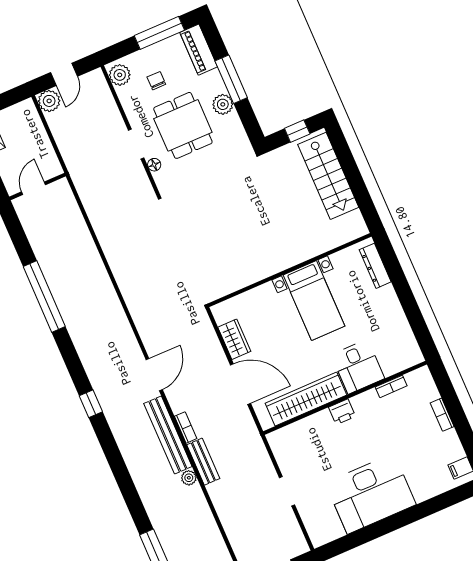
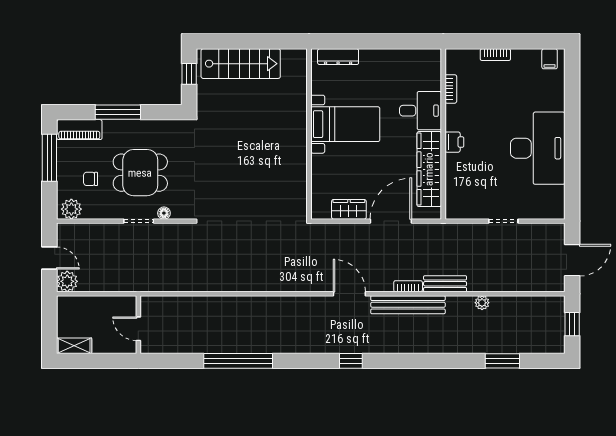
plant: (223, 104) -> (137, 129), removed
plant: (189, 478) -> (482, 303), moved

